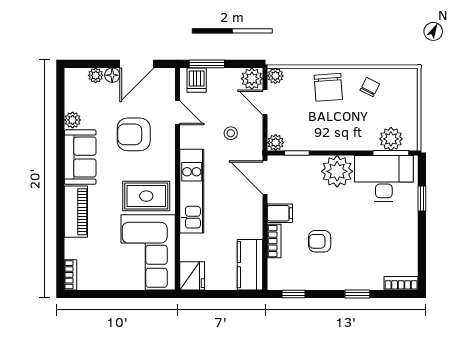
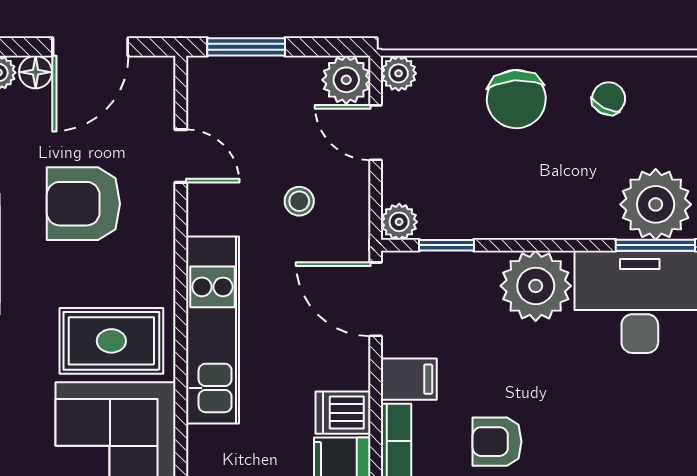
dishwasher: (197, 80) -> (343, 413), moved, turned 90
plant: (391, 139) -> (656, 204), width x1.36, depth x1.36

